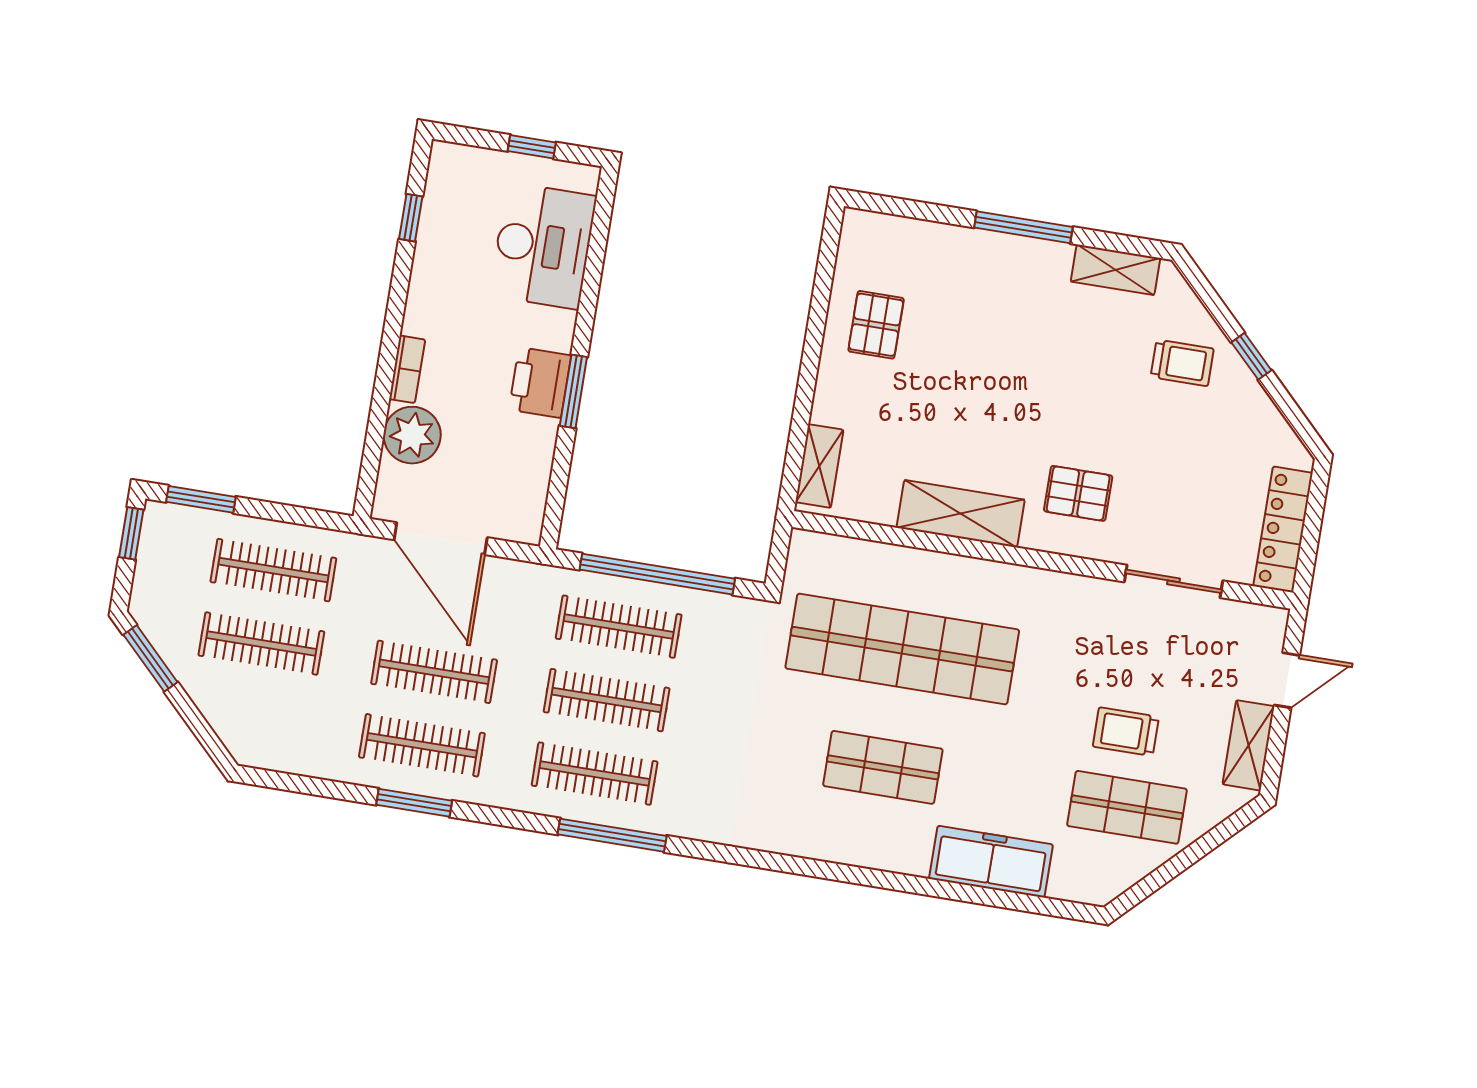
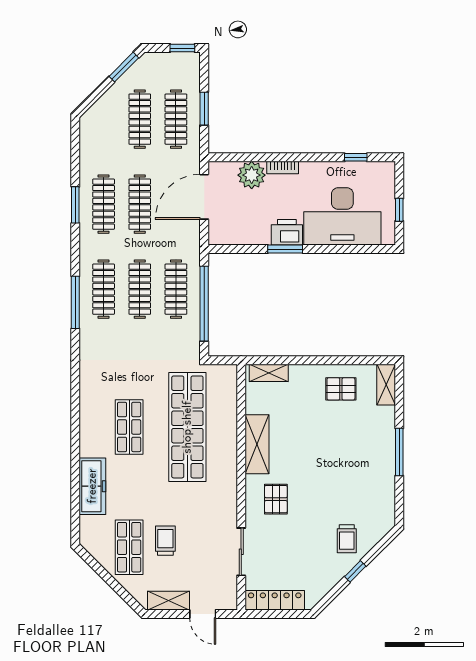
desk: (543, 246) -> (342, 216), width x1.36, depth x1.30
shelving: (1116, 270) -> (386, 385), moved
window: (201, 499) -> (204, 109), moved

